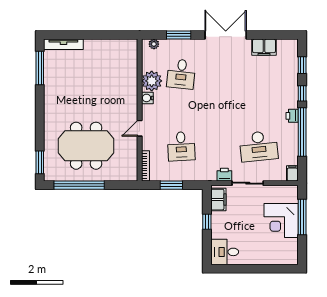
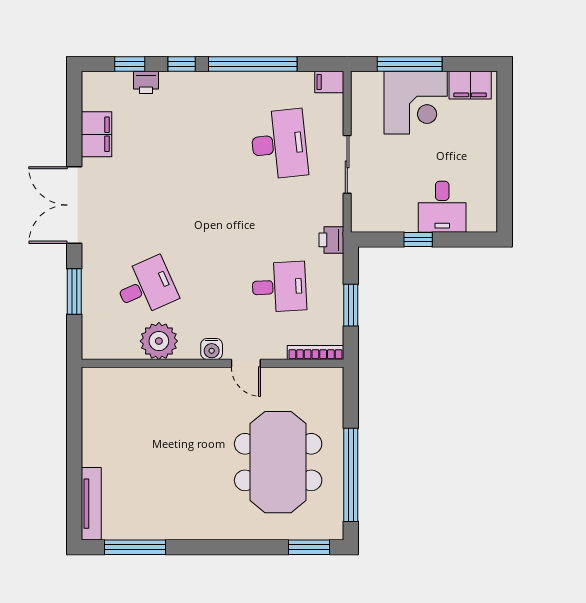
plant: (154, 44) -> (91, 337), removed
desk: (181, 74) -> (146, 287), turned -30
water cooler: (147, 98) -> (212, 349), moved
printer: (292, 116) -> (146, 82), moved
printer: (224, 175) -> (331, 240), moved
filing cabinet: (218, 200) -> (470, 85), moved, turned 180
desk: (225, 252) -> (442, 207), moved

